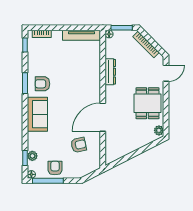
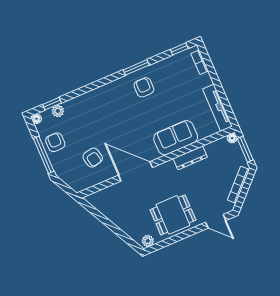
sofa: (37, 114) -> (176, 138), moved, turned 180
armchair: (55, 168) -> (55, 142), turned -90
window: (48, 181) -> (44, 155), moved

